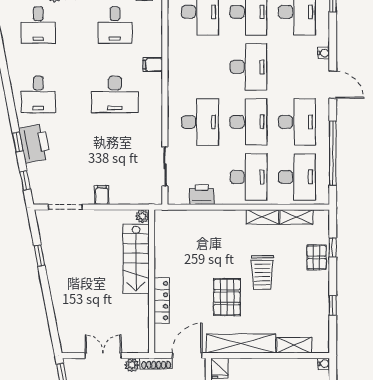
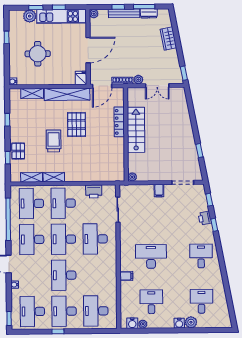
printer: (35, 143) -> (205, 218), width x0.53, depth x0.68
stairs: (136, 259) -> (136, 130), moved

